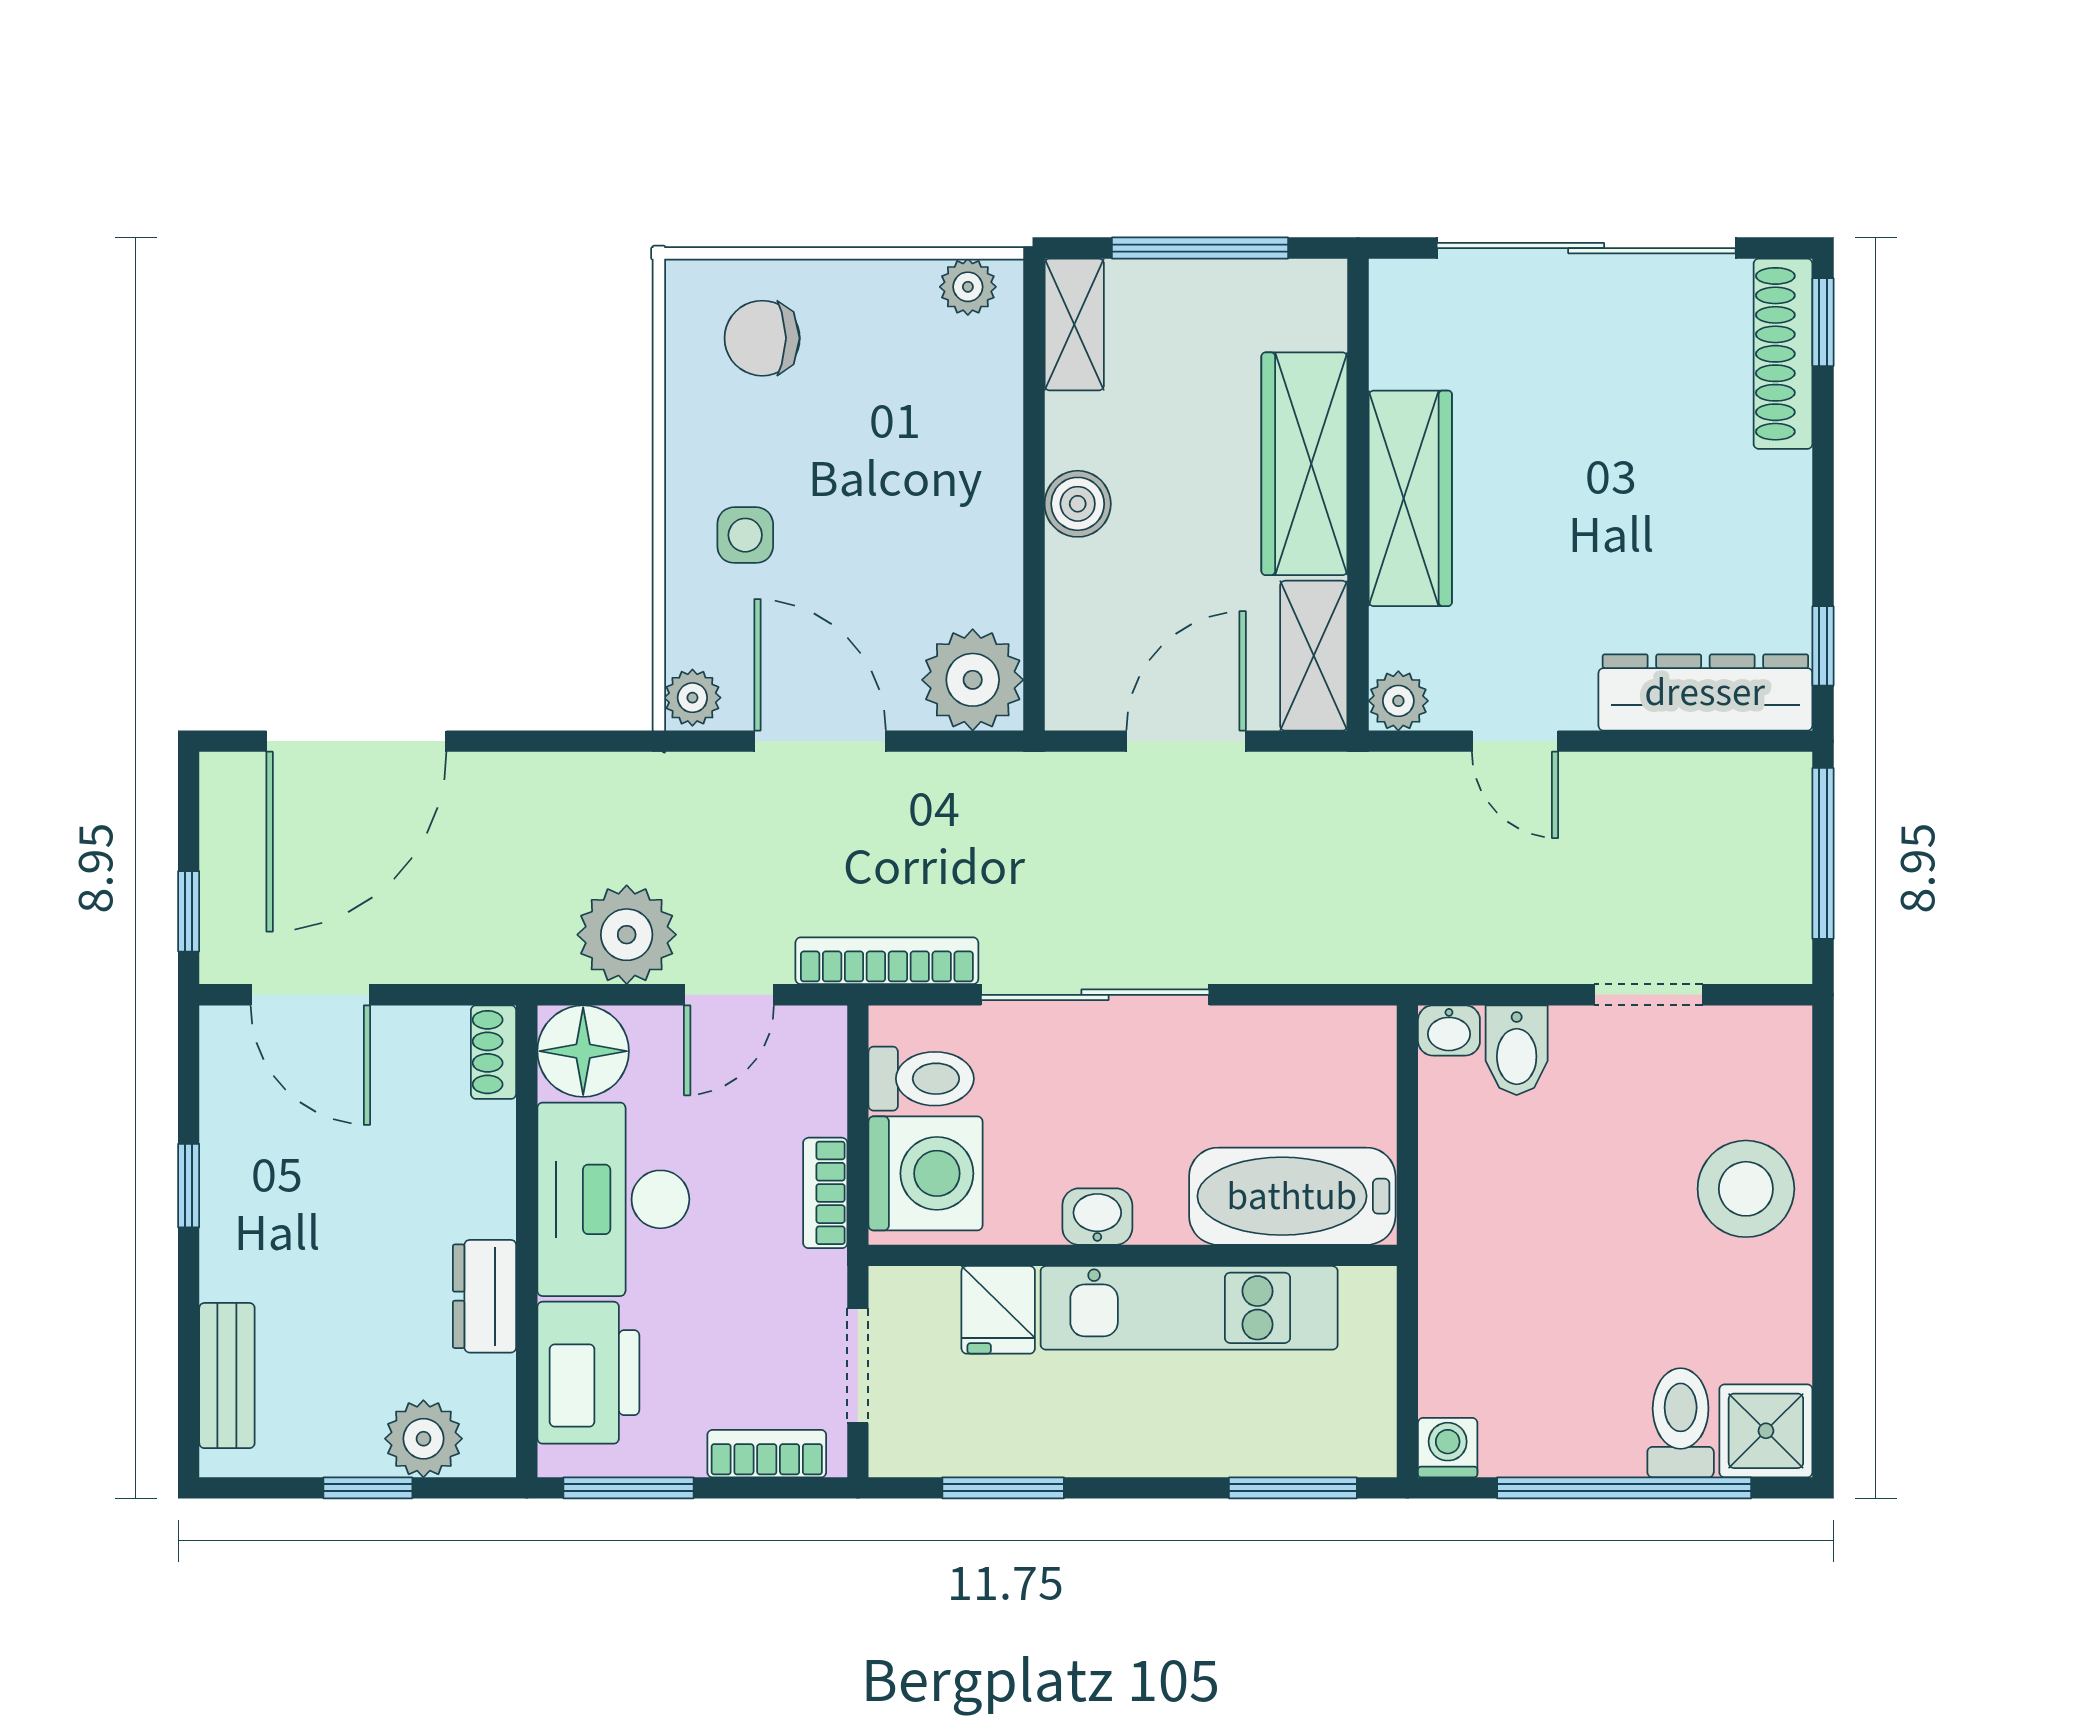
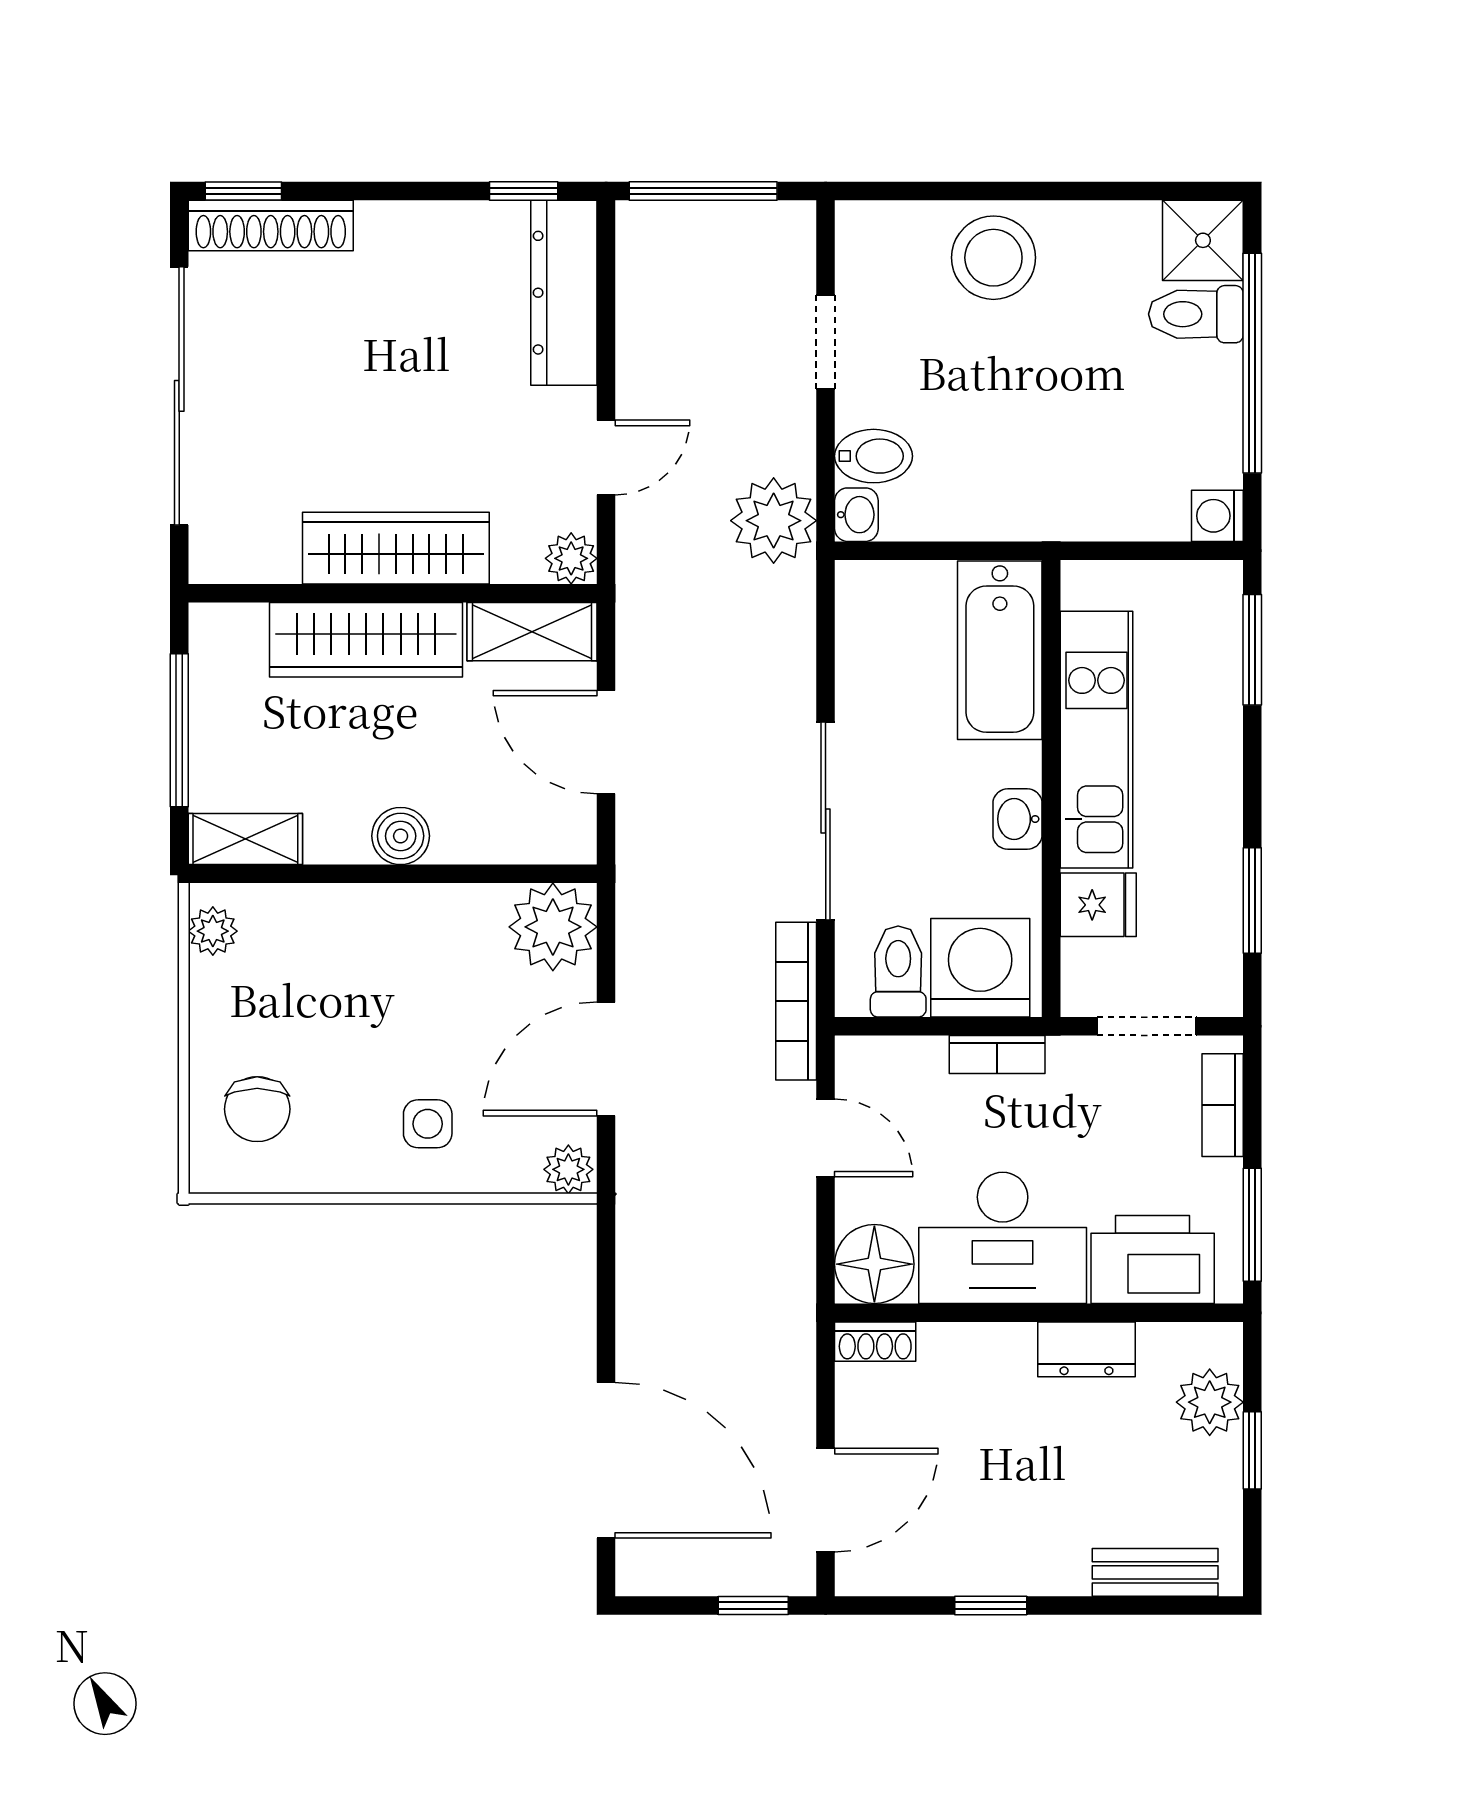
plant: (627, 935) -> (774, 521), moved

